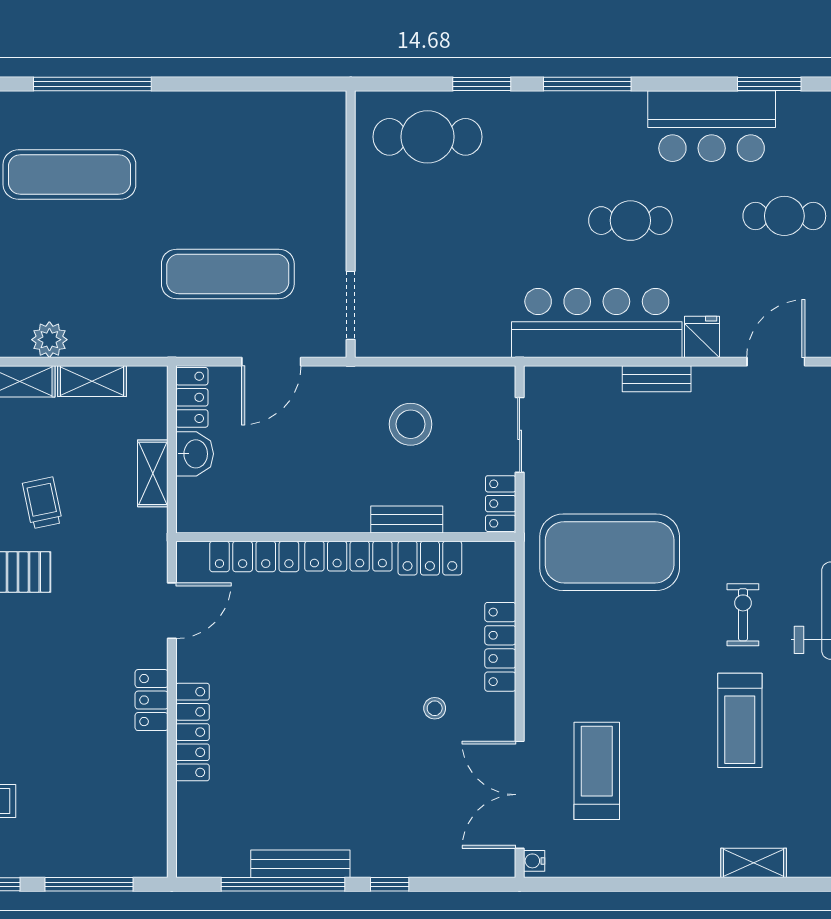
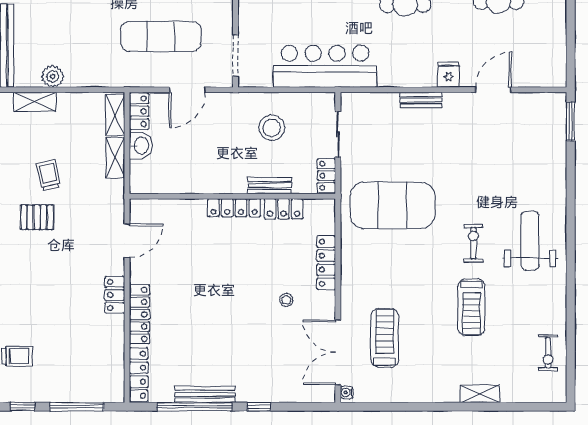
bar counter: (597, 323) -> (325, 66), moved
shelving: (92, 381) -> (115, 115), moved, turned 90
locker: (254, 556) -> (139, 375), moved, turned -90

